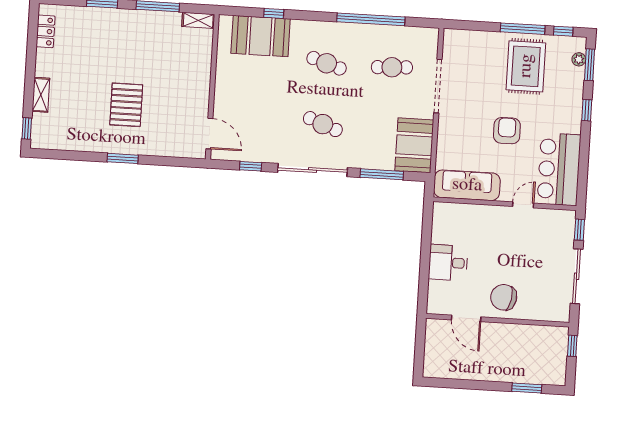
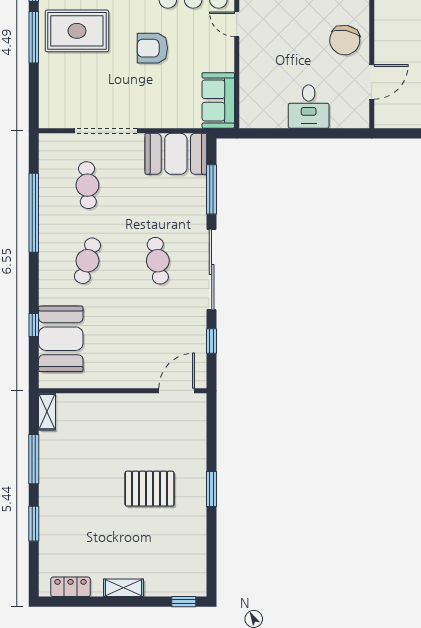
shelving: (41, 95) -> (124, 588), moved
cafe table: (323, 124) -> (158, 261), turned -30
sofa: (467, 185) -> (218, 100), width x0.73

